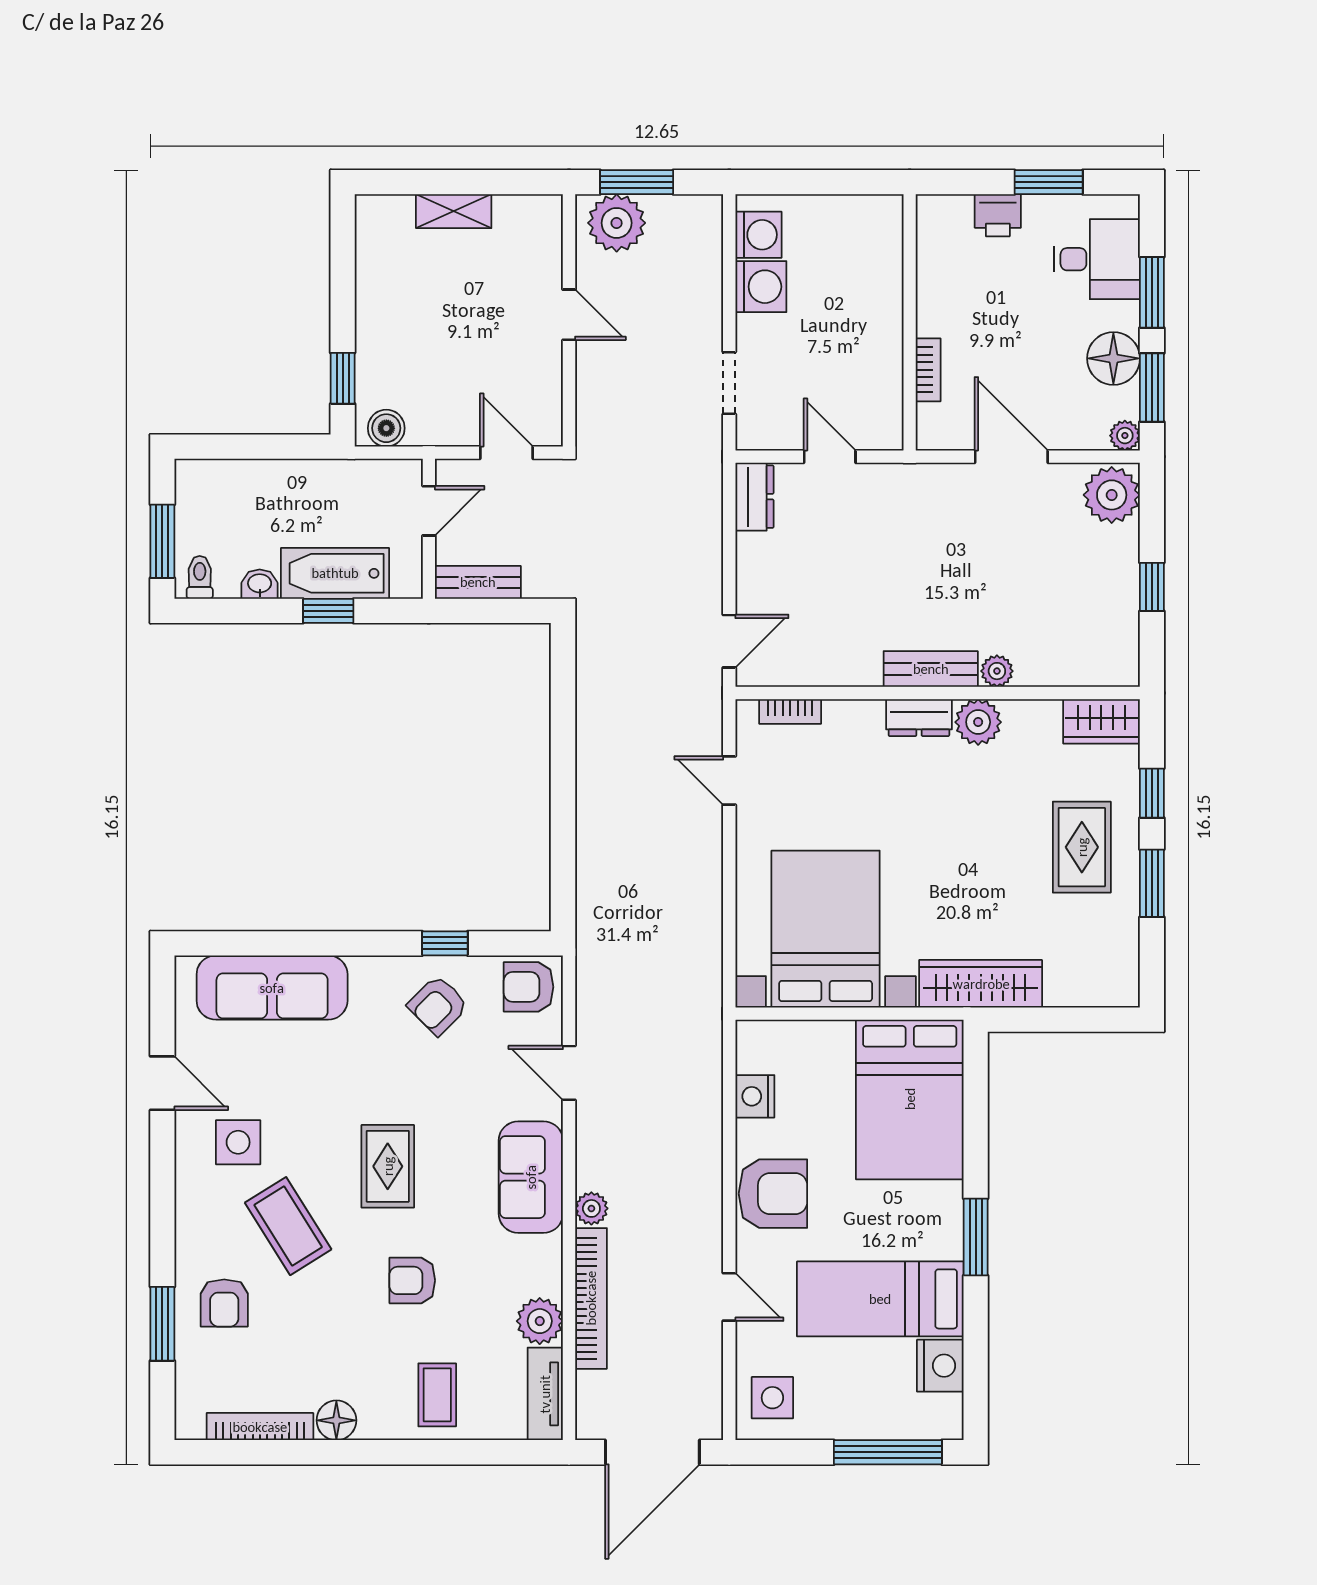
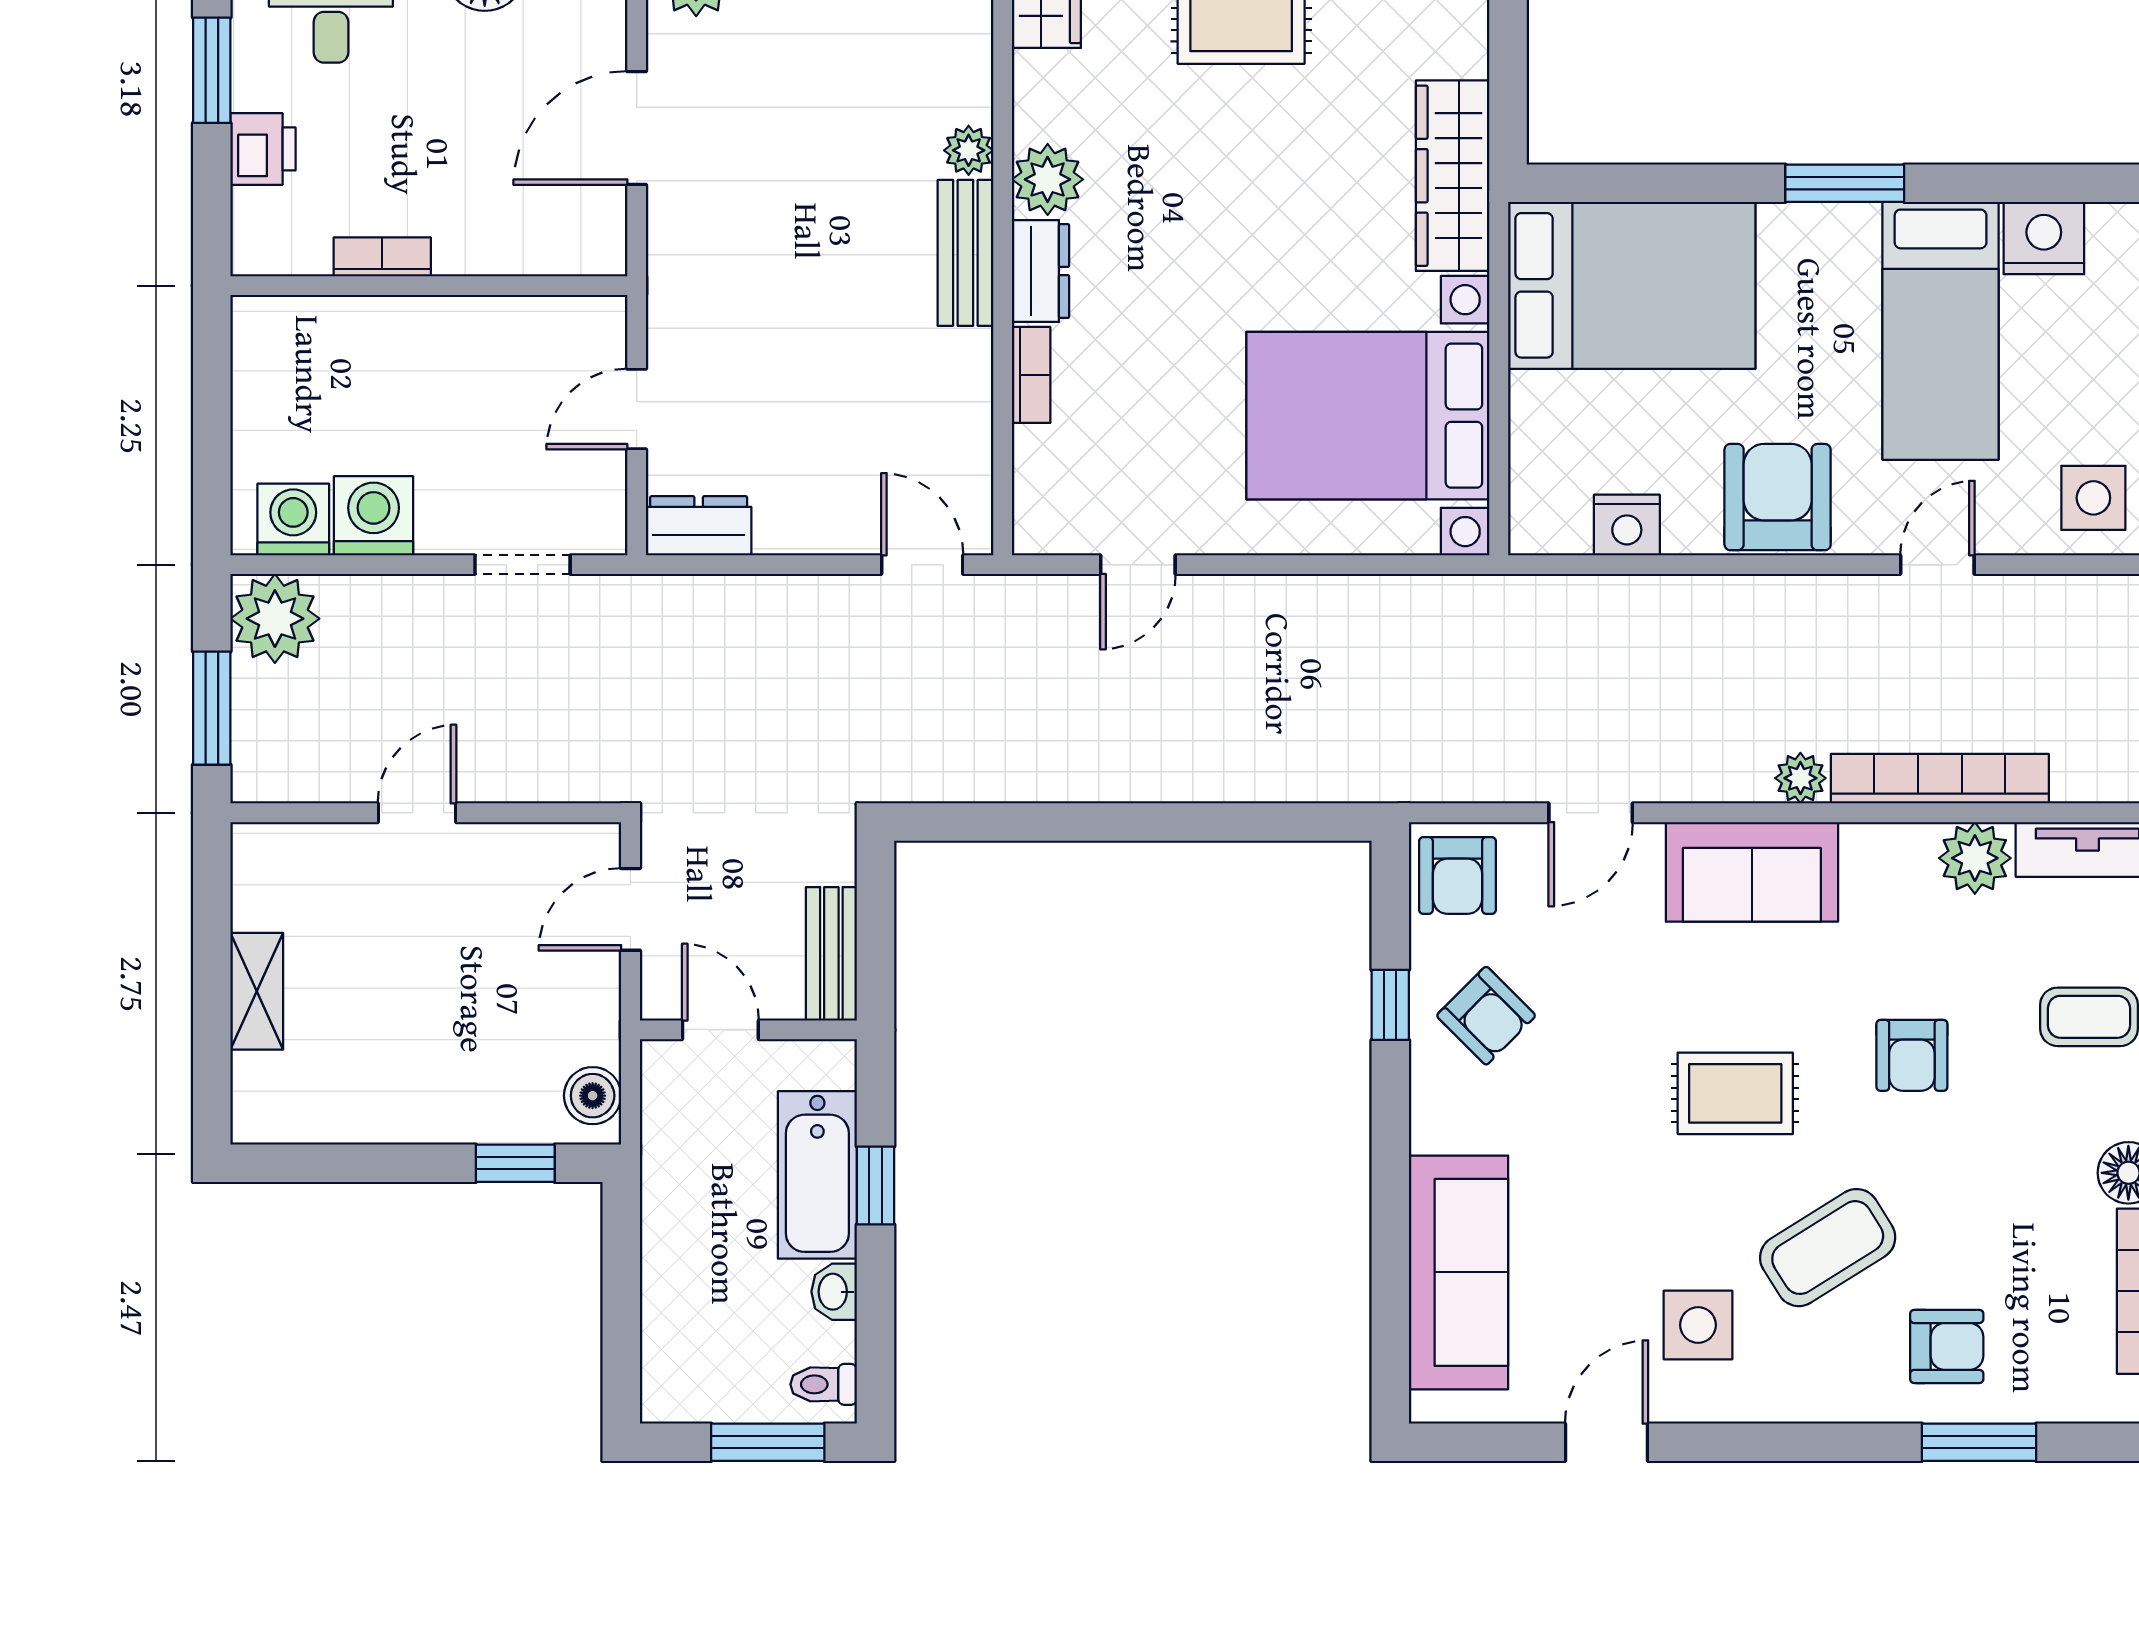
plant: (617, 223) -> (275, 619), moved
bookcase: (928, 370) -> (382, 257), moved
bookcase: (790, 711) -> (1031, 375), moved

